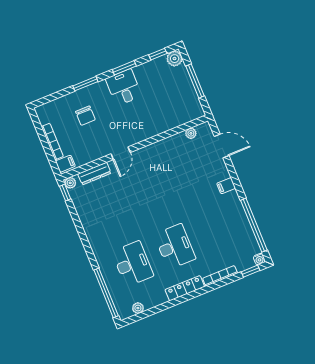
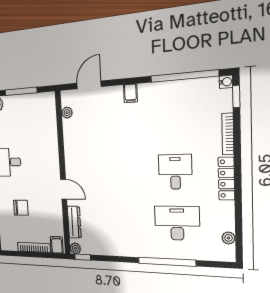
desk: (175, 247) -> (175, 172), width x0.73
window: (106, 293) -> (167, 262), moved

